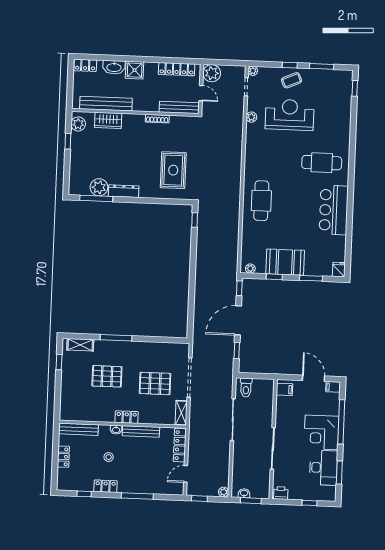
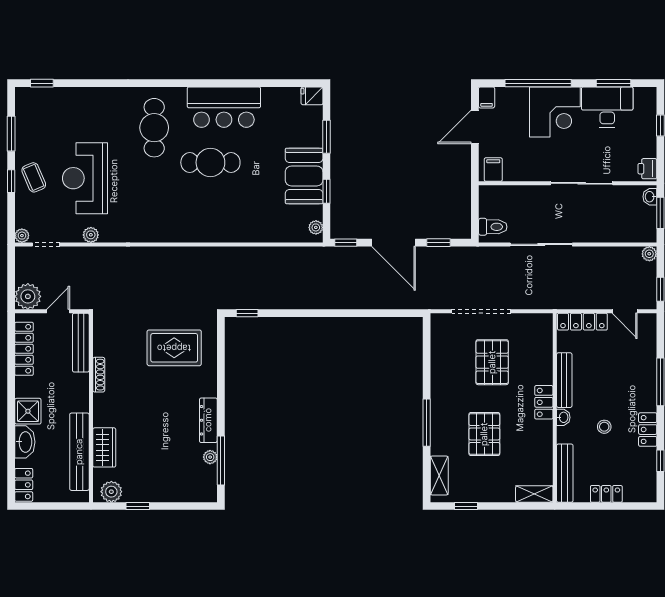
plant: (99, 187) -> (210, 457), width x0.53, depth x0.53
cafe table: (261, 201) -> (210, 162), moved
shelving: (181, 413) -> (534, 494), moved
washbasin: (244, 493) -> (650, 197), moved

